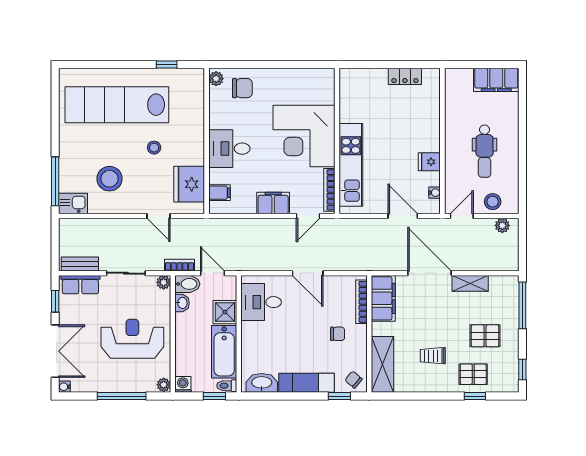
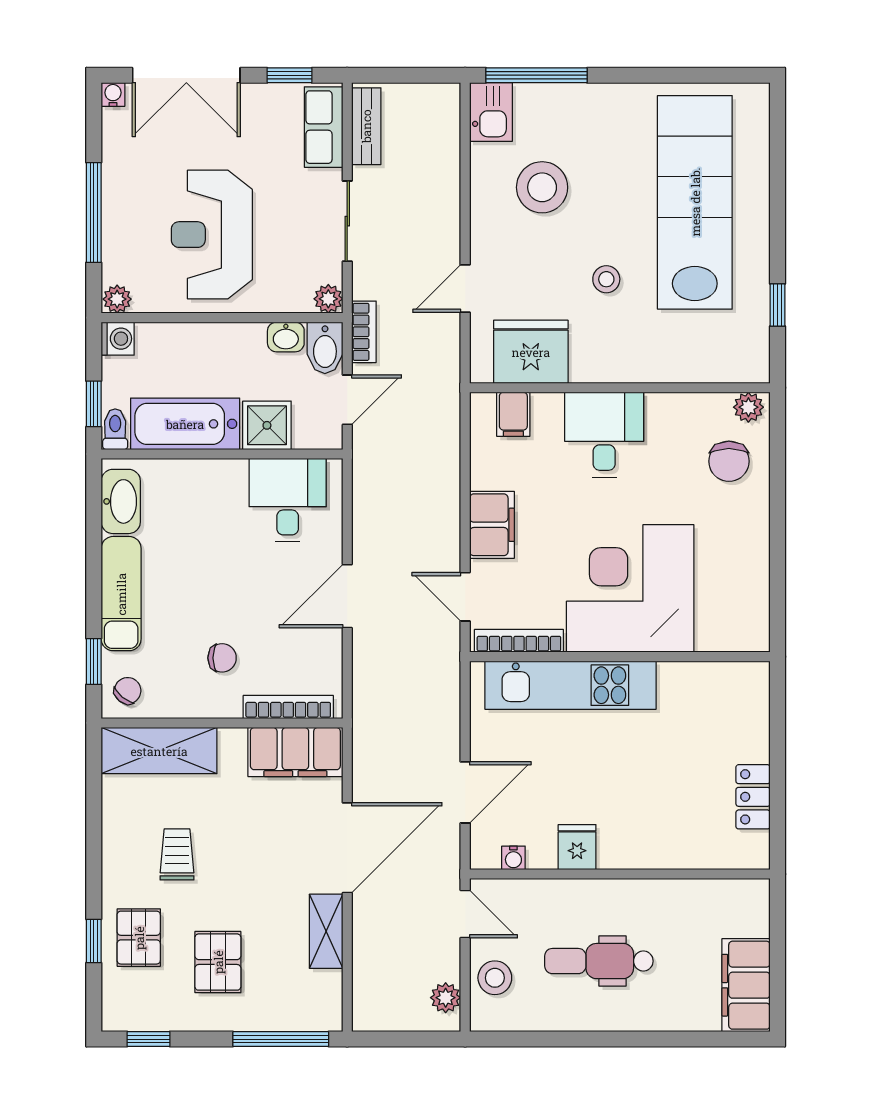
chair: (338, 334) -> (222, 658), turned -90
reception desk: (132, 339) -> (212, 235), turned 180

